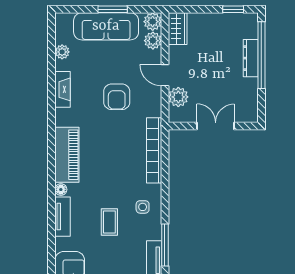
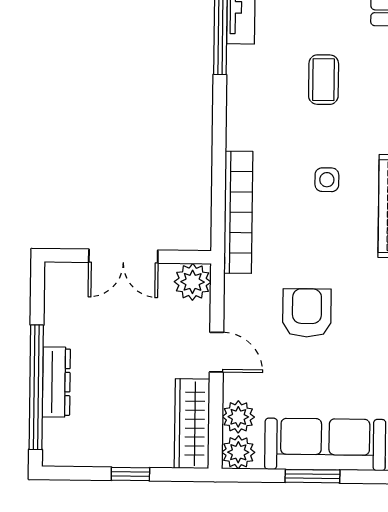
window: (233, 9) -> (130, 474), moved
wardrobe: (178, 29) -> (192, 424), width x1.50
plant: (178, 97) -> (193, 282), moved
side table: (143, 207) -> (327, 180), moved

